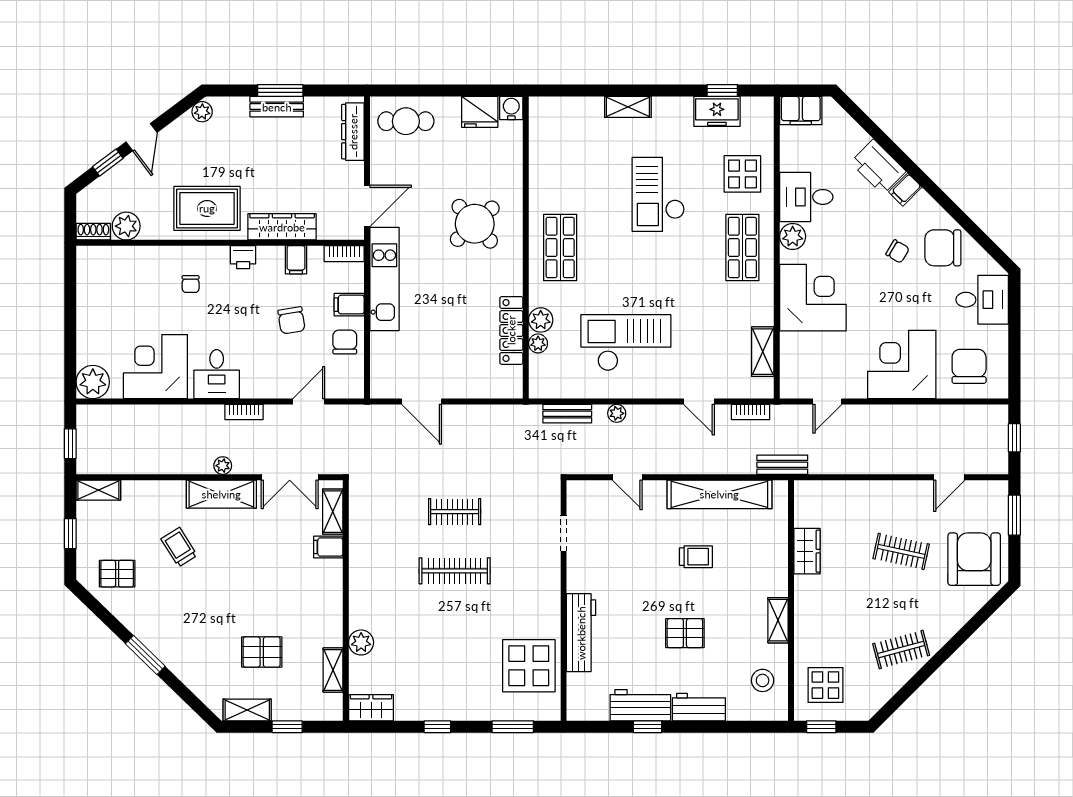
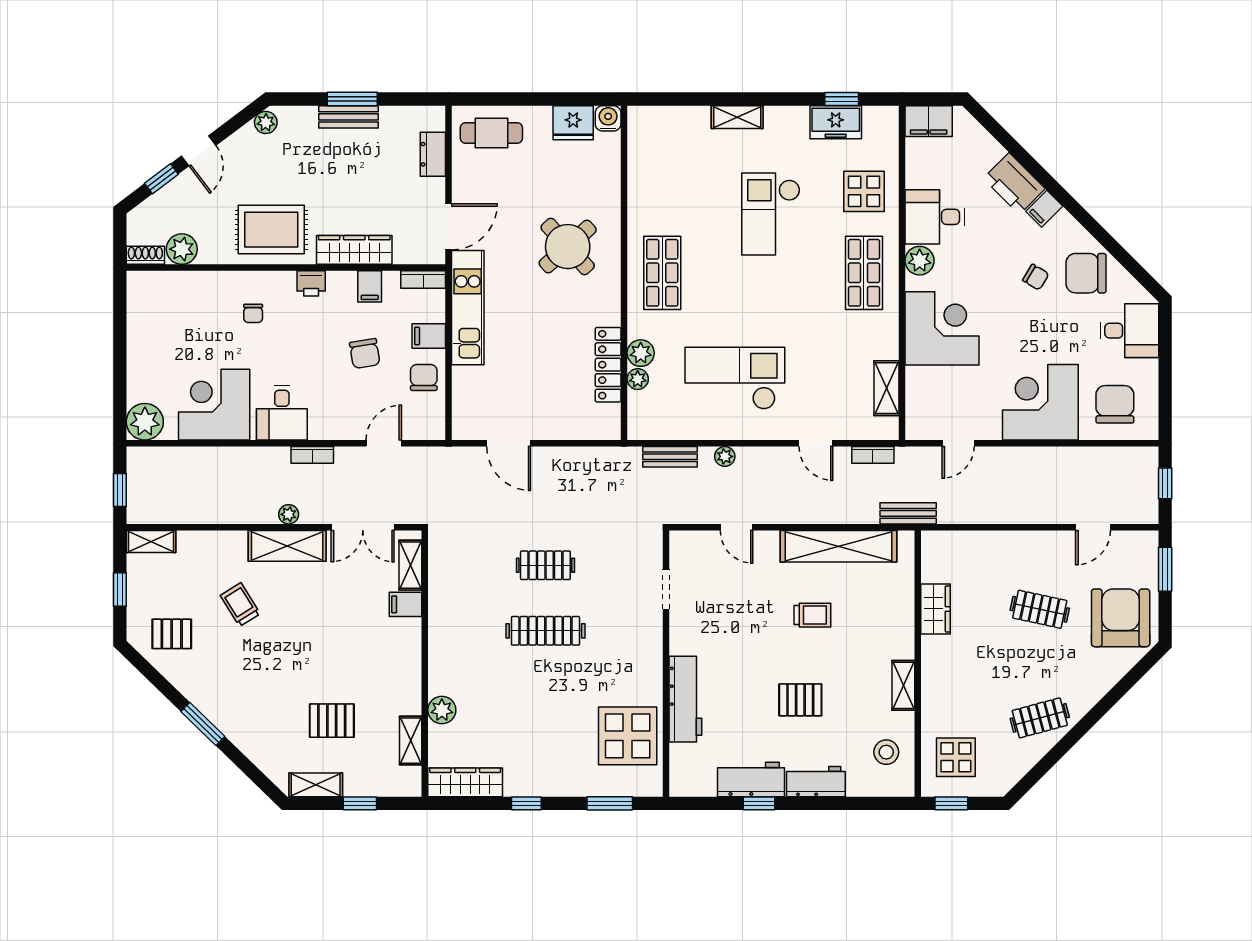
dresser: (353, 132) -> (433, 154), width x0.70
wardrobe: (371, 708) -> (465, 782), width x1.50

